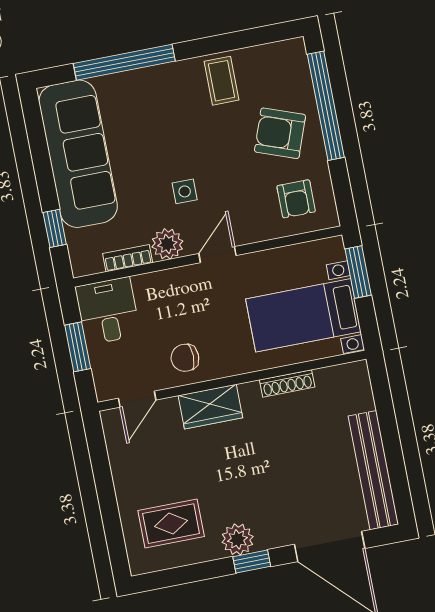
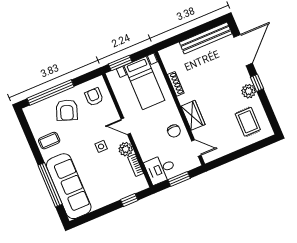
sofa: (78, 154) -> (69, 186), moved, turned 90
armchair: (296, 199) -> (94, 97), turned -90

